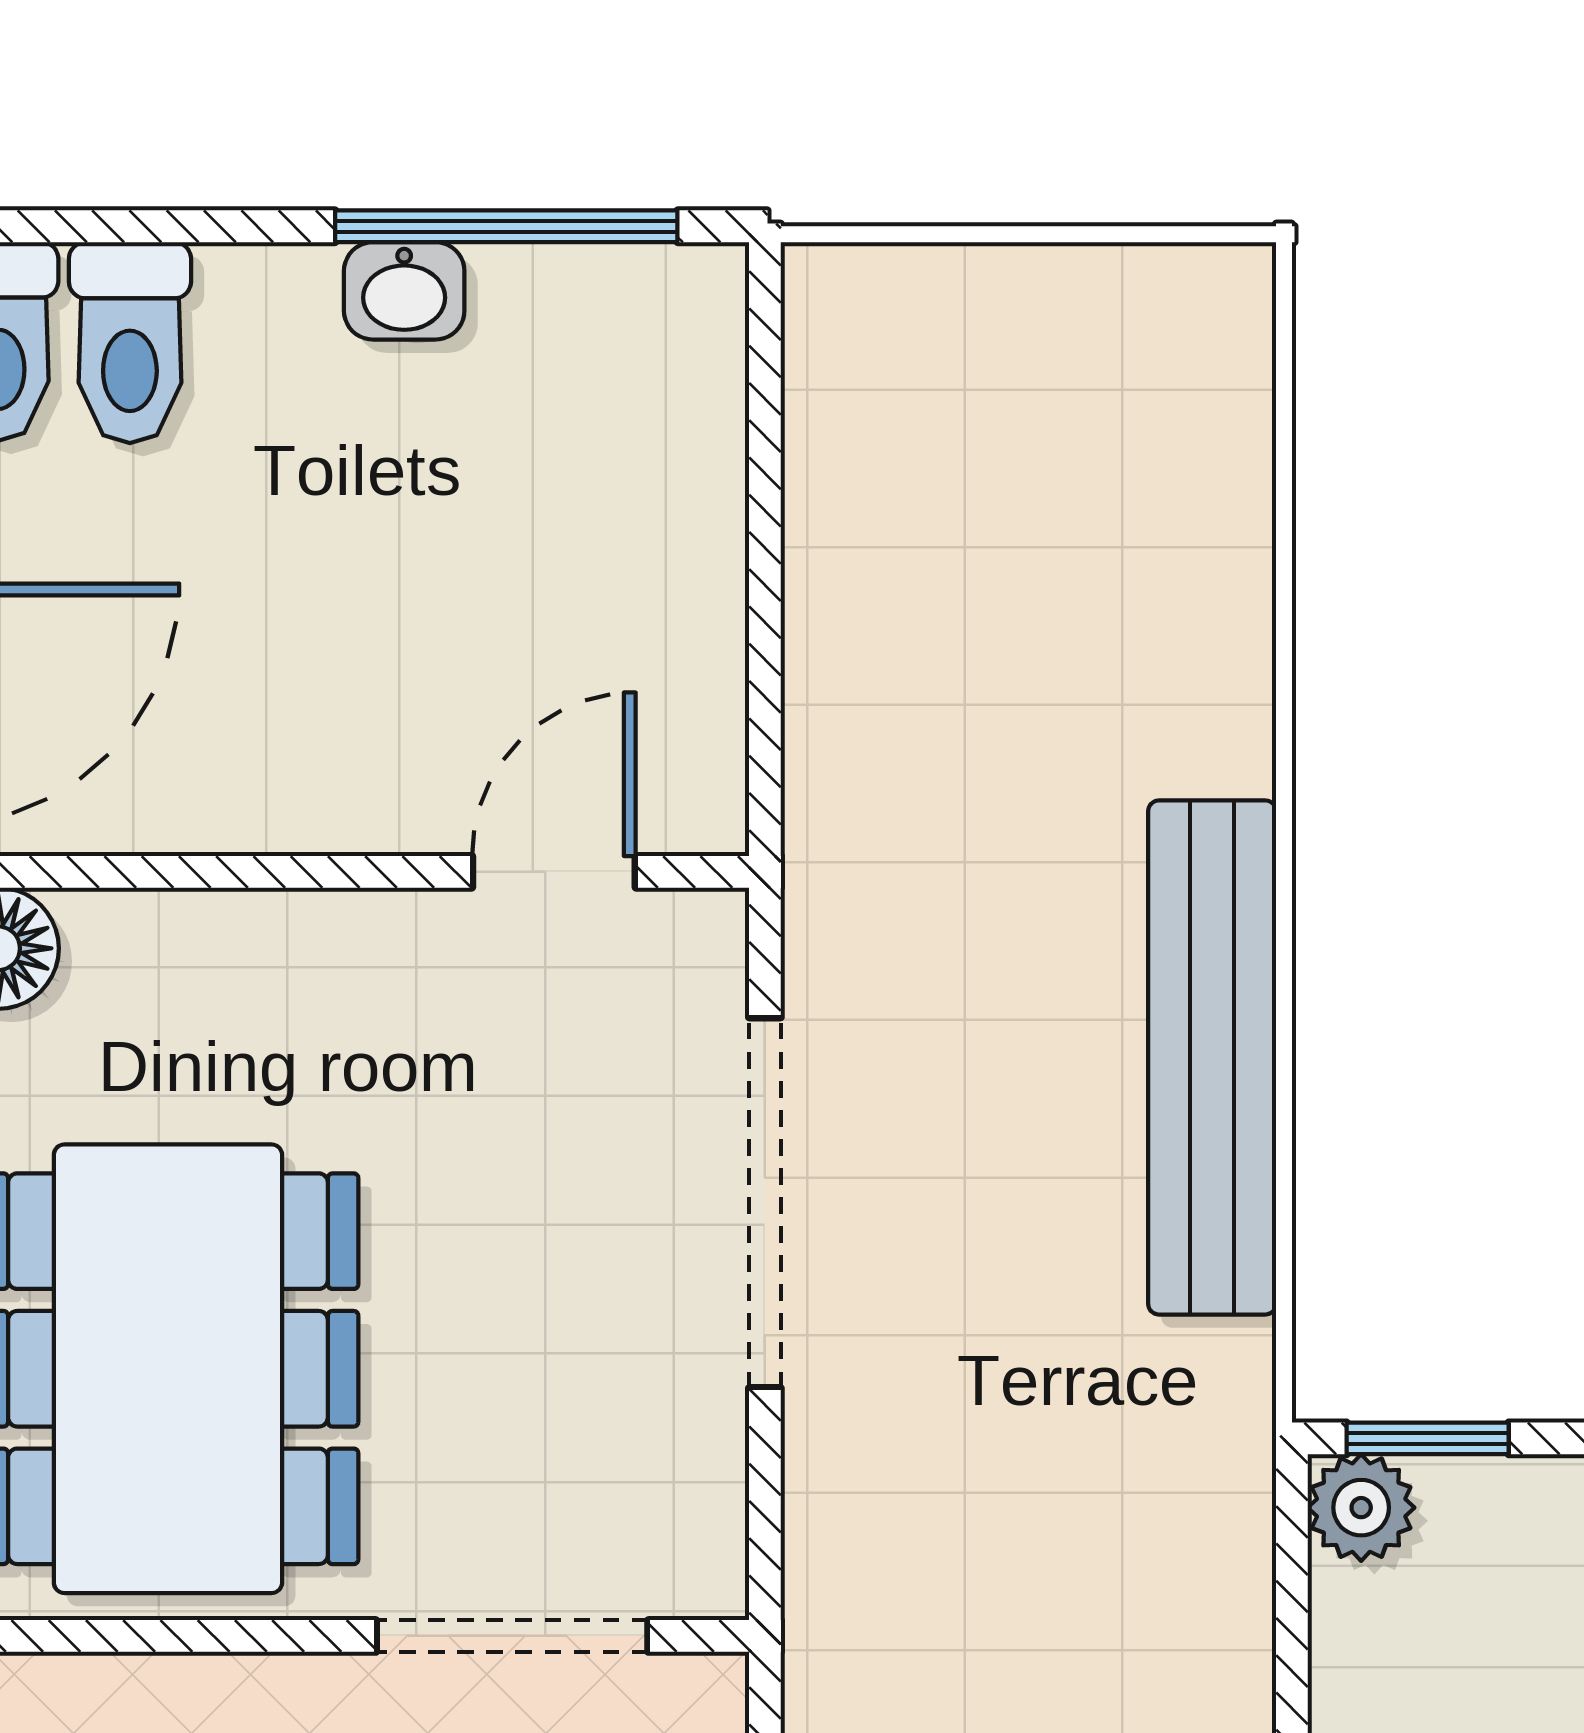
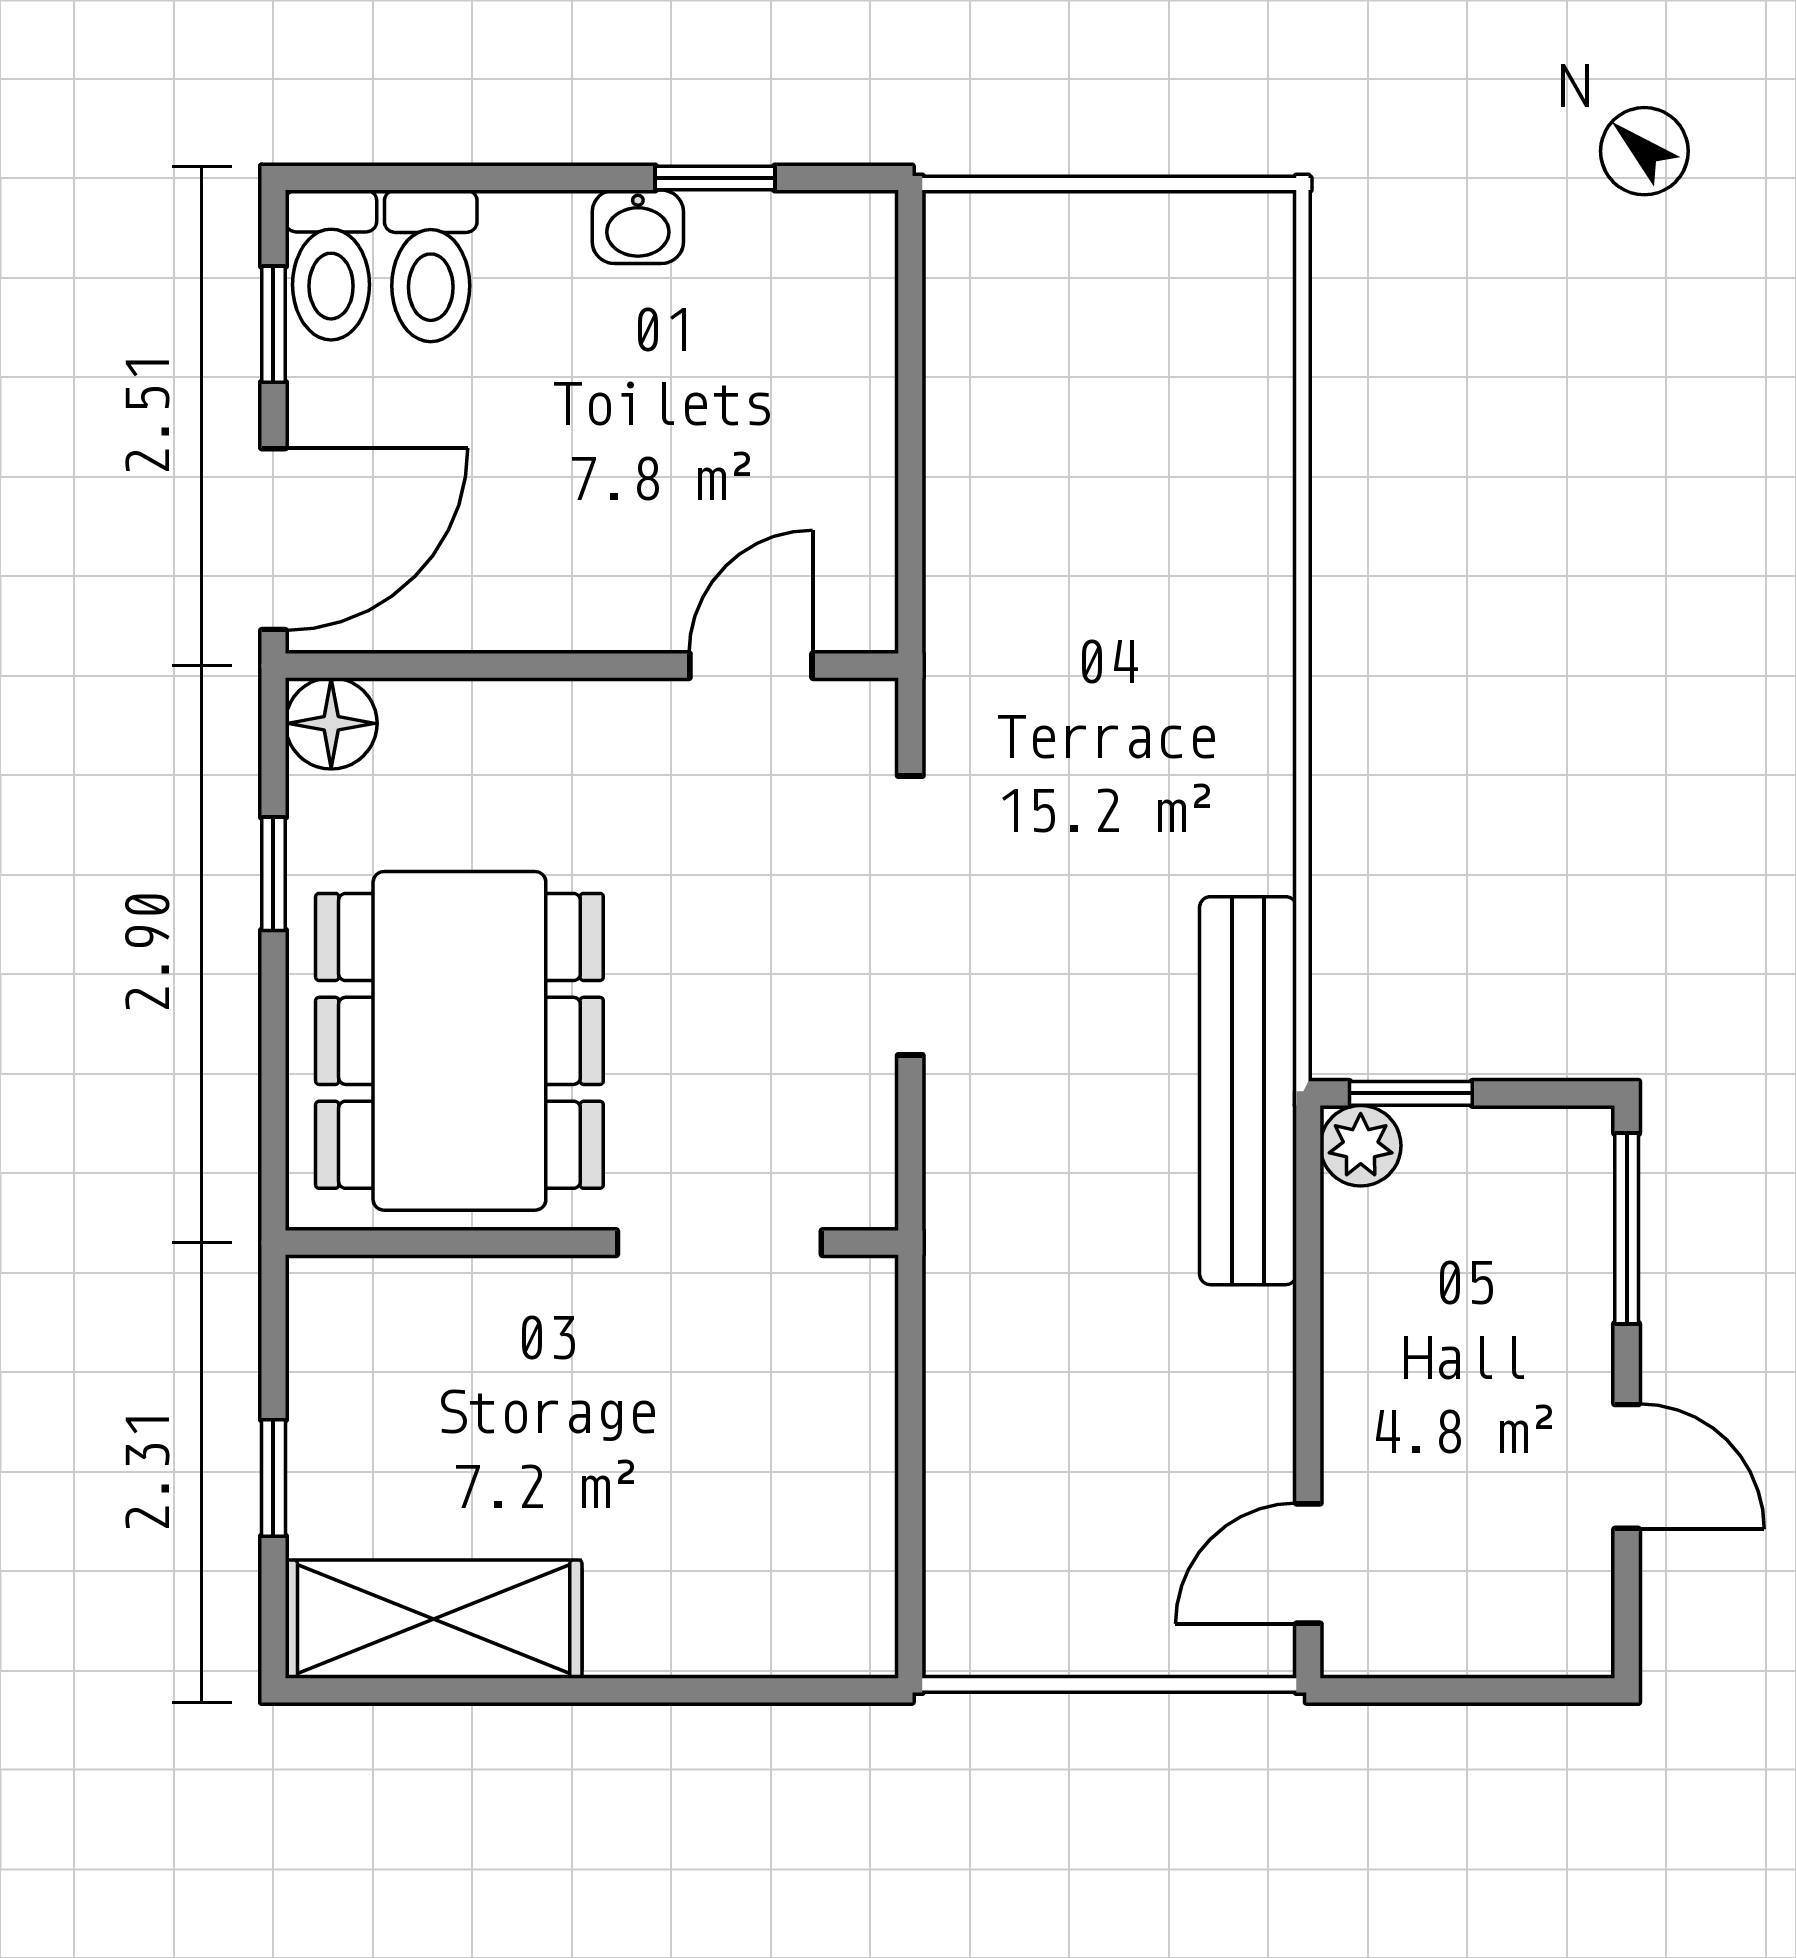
window: (506, 226) -> (715, 178), width x0.46
bench: (1212, 1057) -> (1248, 1091), moved

